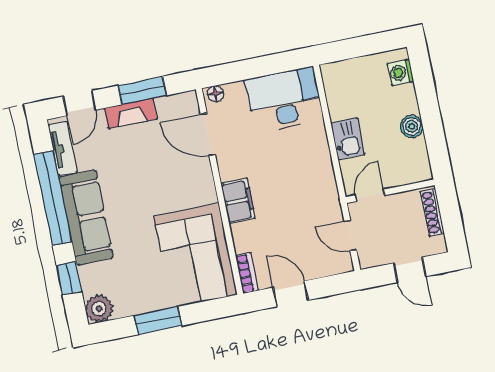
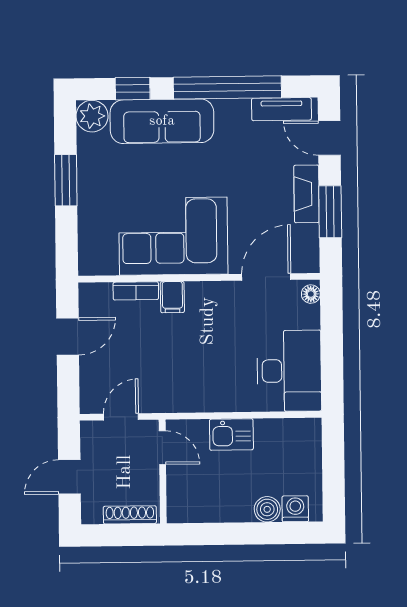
boiler: (412, 126) -> (267, 509), moved
filing cabinet: (238, 201) -> (172, 297), width x0.50
sofa: (86, 218) -> (162, 121), moved
corner sofa: (195, 255) -> (173, 236), moved
bookcase: (247, 273) -> (136, 291), moved

